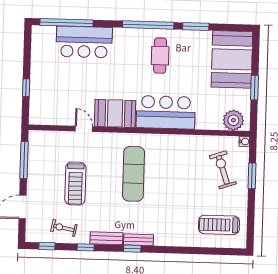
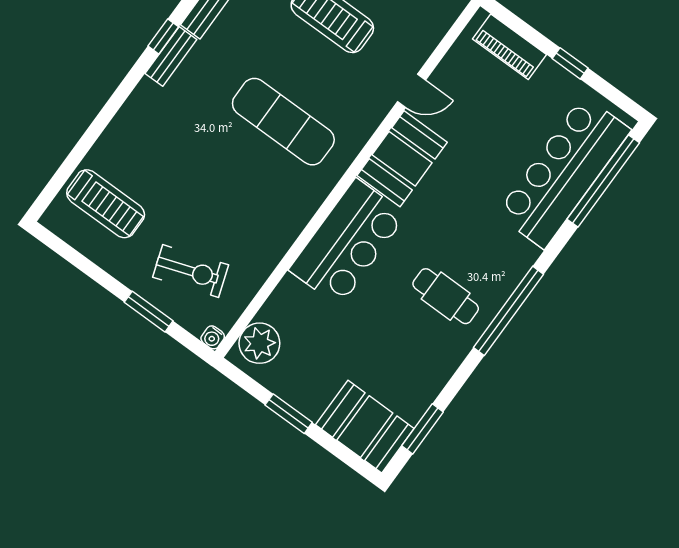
window: (196, 26) -> (422, 429), moved
bar counter: (84, 42) -> (564, 172), width x1.36
booth: (232, 59) -> (365, 427), width x0.73, depth x0.70
window: (26, 88) -> (570, 63), moved
piano: (37, 100) -> (510, 47), added
treadmill: (219, 225) -> (106, 204), turned 90

